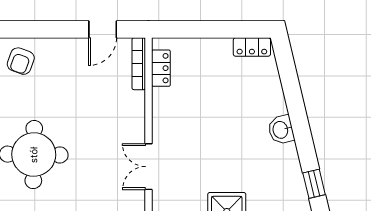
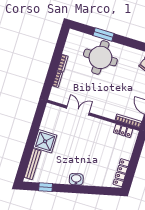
locker: (252, 47) -> (121, 173), width x1.53

